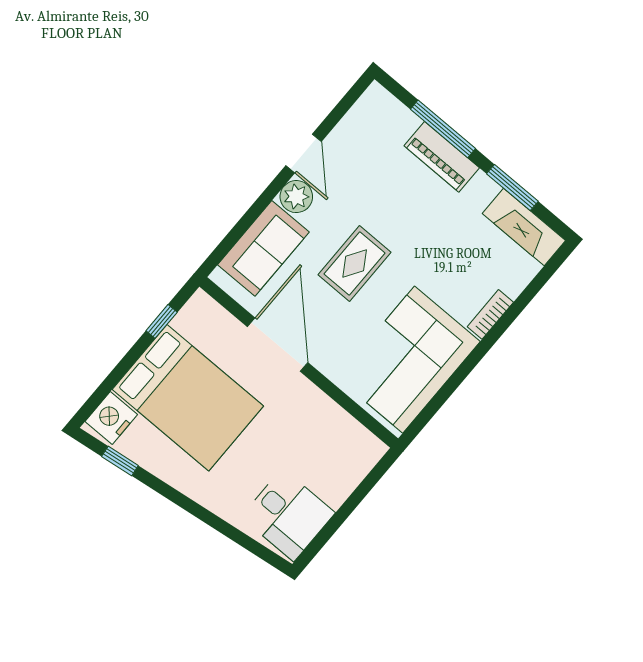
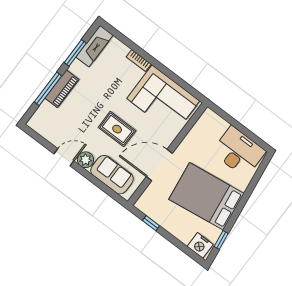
bed: (188, 398) -> (206, 196), moved, turned -98
desk: (288, 515) -> (239, 152), width x1.37

